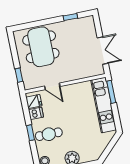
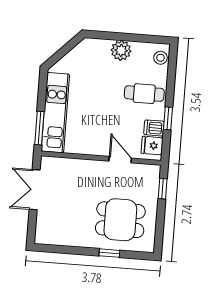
window: (70, 17) -> (109, 253), moved
dining table: (41, 47) -> (120, 220), width x0.73
window: (31, 133) -> (168, 118), moved

